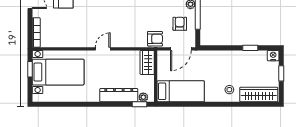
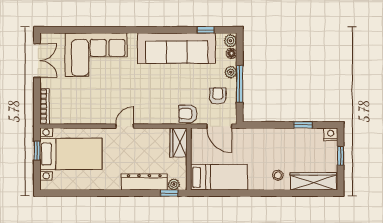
armchair: (155, 39) -> (188, 114), turned 180
door: (181, 49) -> (219, 126), hinge flipped

